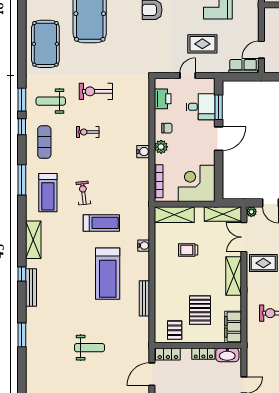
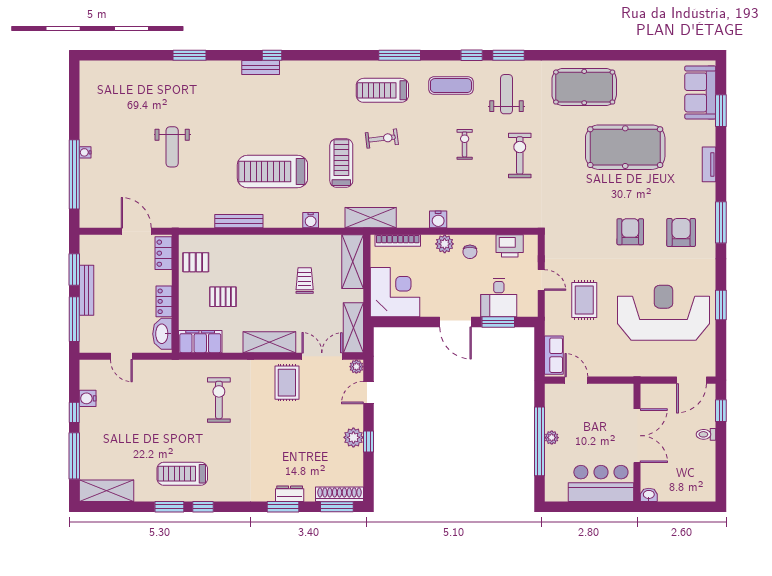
treadmill: (101, 223) -> (341, 163), turned 180
shelving: (33, 240) -> (371, 218), moved
bench: (31, 287) -> (261, 67), width x0.73
pallet: (200, 310) -> (223, 297), width x0.67, depth x0.71

